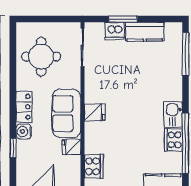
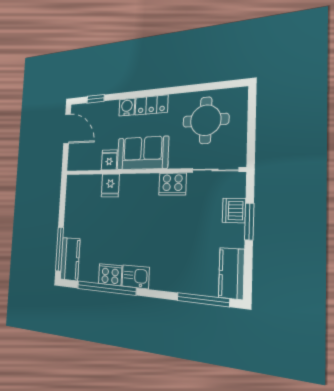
kitchen counter: (145, 32) -> (231, 273), moved
fridge: (95, 113) -> (110, 185), moved
window: (13, 148) -> (96, 99), moved
cooker: (94, 166) -> (173, 184), moved

